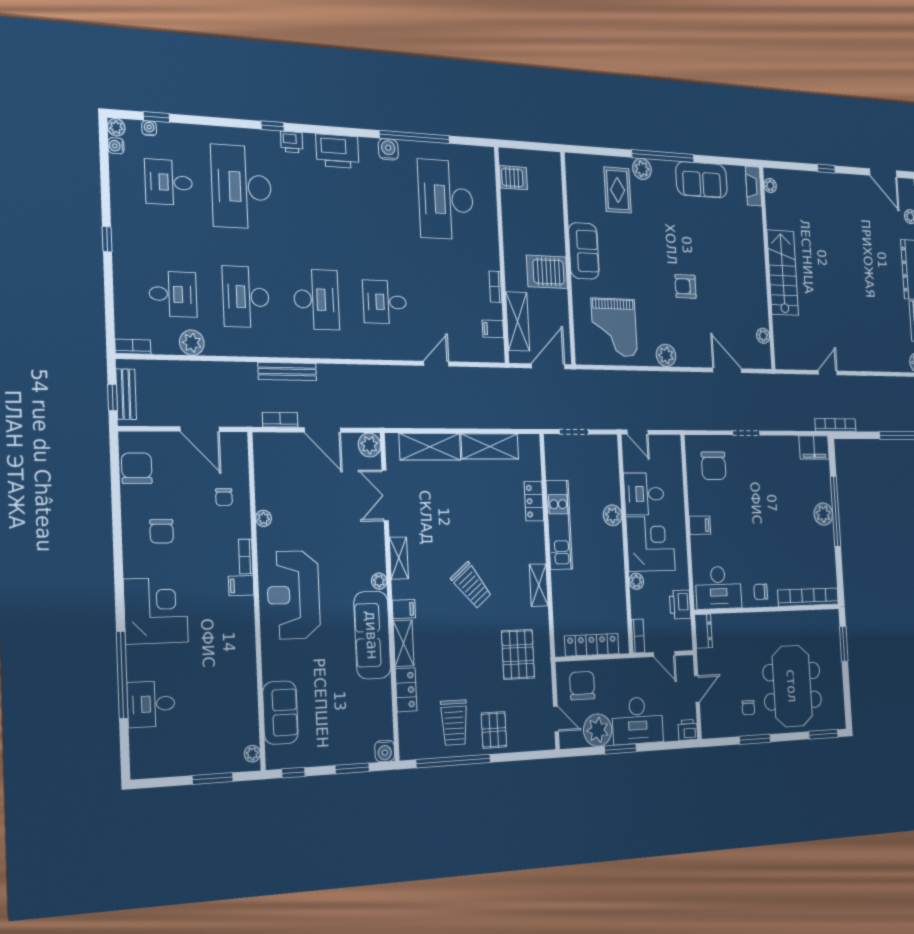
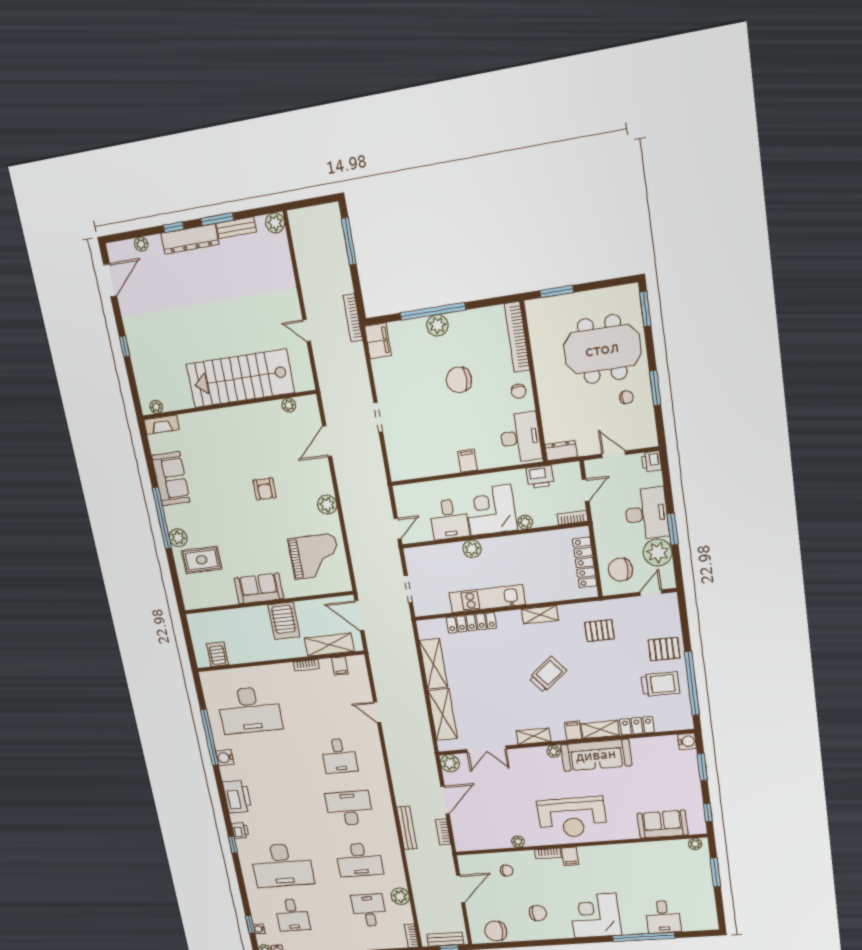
stairs: (783, 273) -> (240, 378), width x1.36, depth x1.51
chair: (714, 466) -> (459, 380), moved, turned 180
locker: (534, 501) -> (471, 623), width x1.53
pallet: (518, 654) -> (599, 631), width x0.67, depth x0.71

